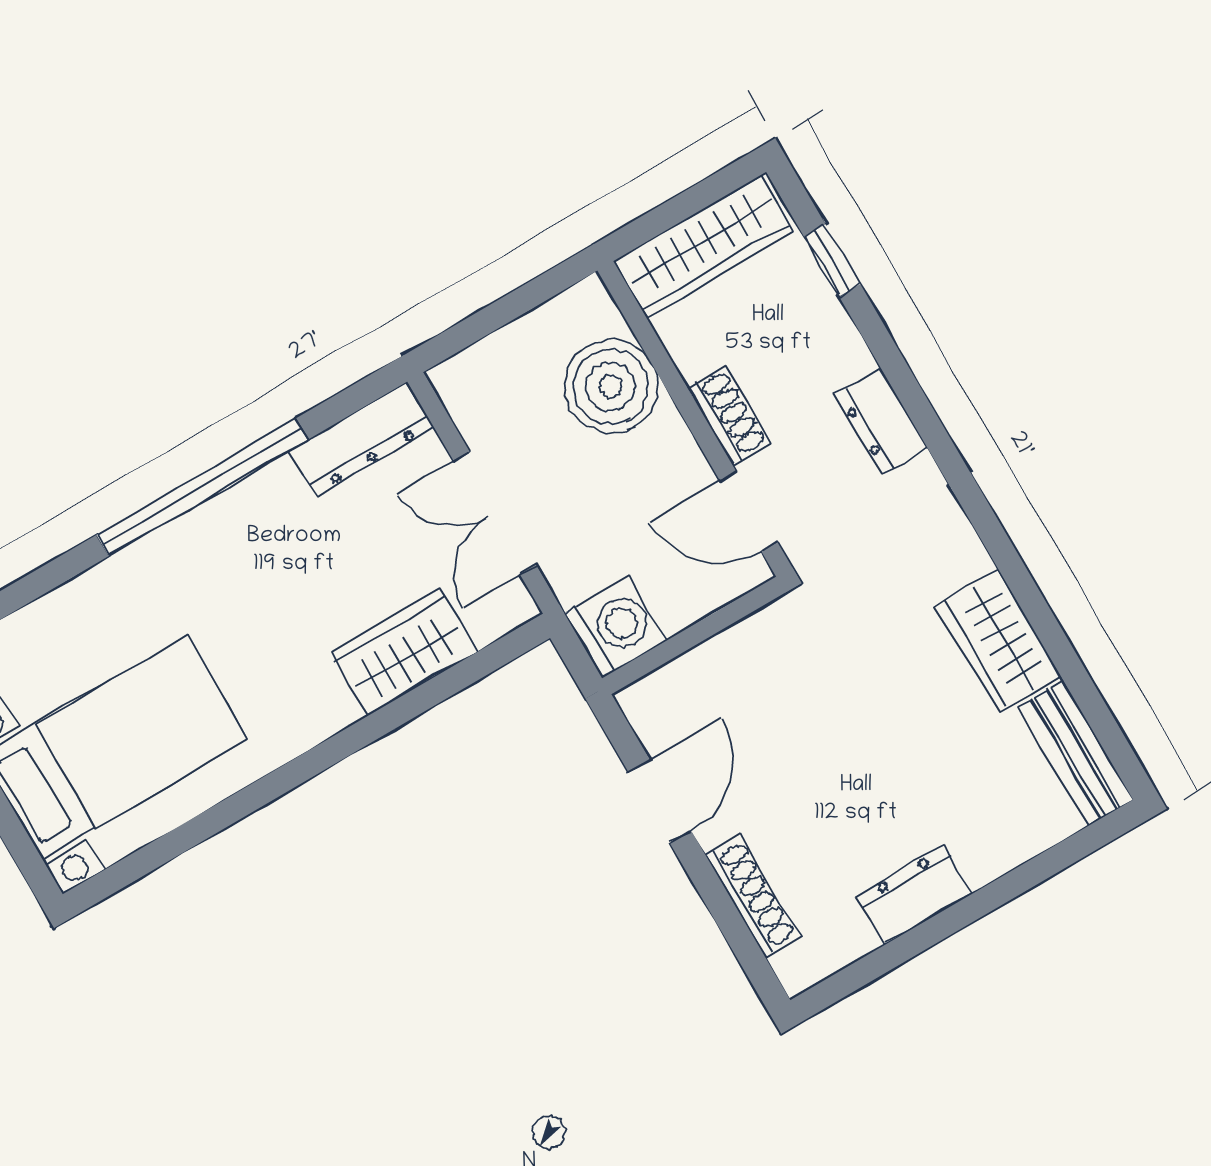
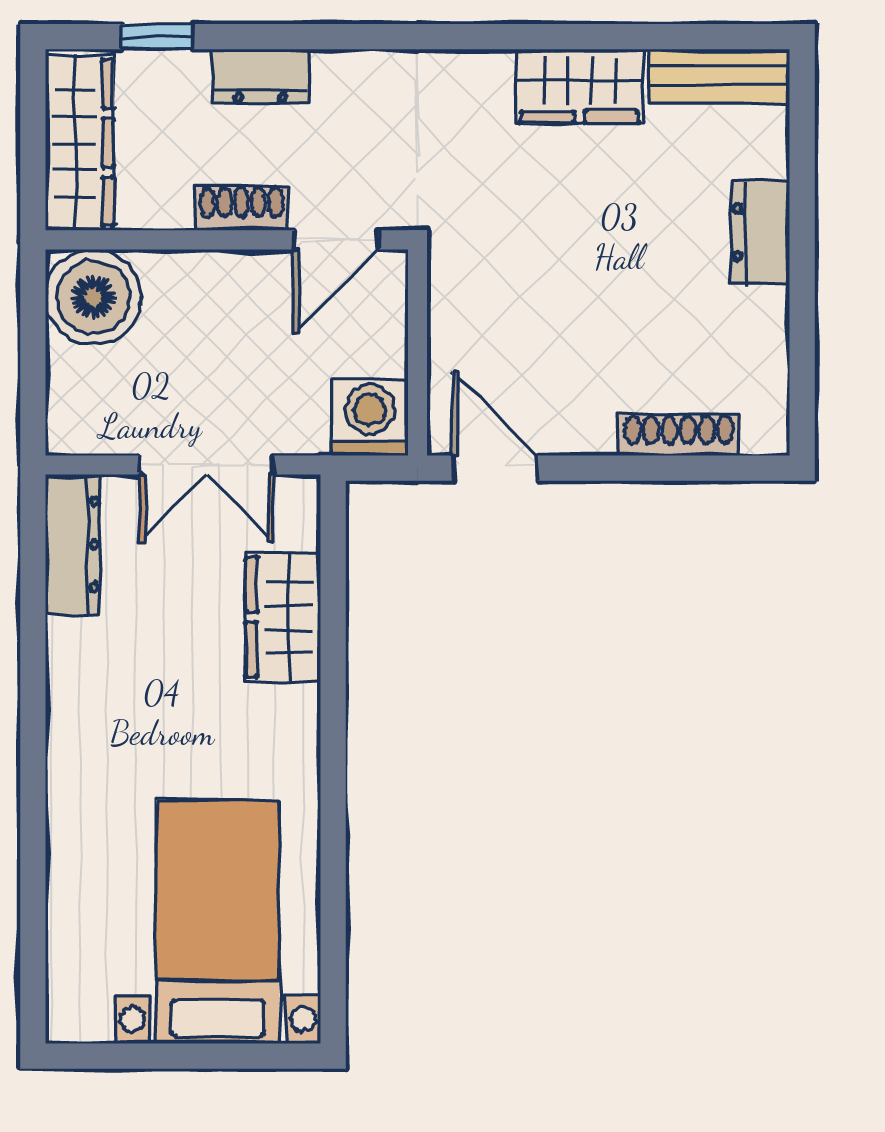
boiler: (611, 386) -> (93, 297), moved
dresser: (881, 421) -> (260, 76), moved
window: (202, 487) -> (33, 710), removed
door: (660, 802) -> (495, 468), moved
dresser: (914, 895) -> (760, 232), moved

